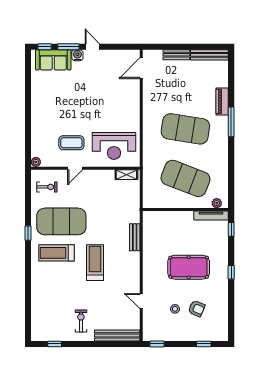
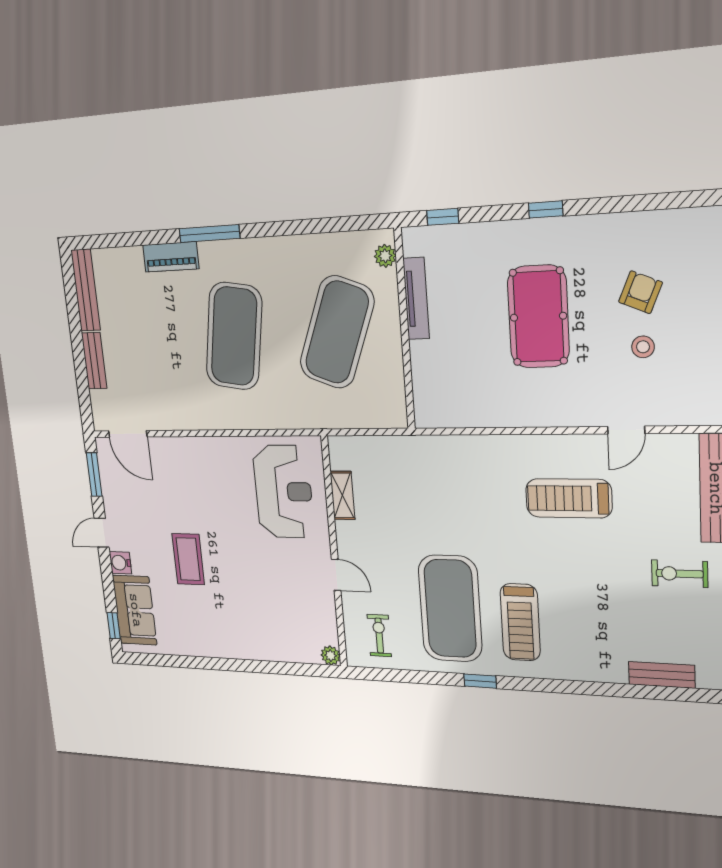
window: (68, 47) -> (94, 475), moved
coffee table: (71, 143) -> (188, 559), moved
shelving: (126, 175) -> (343, 495), moved
tv unit: (211, 216) -> (416, 299), moved
bench: (135, 237) -> (662, 675), moved
treadmill: (95, 263) -> (569, 498), moved

